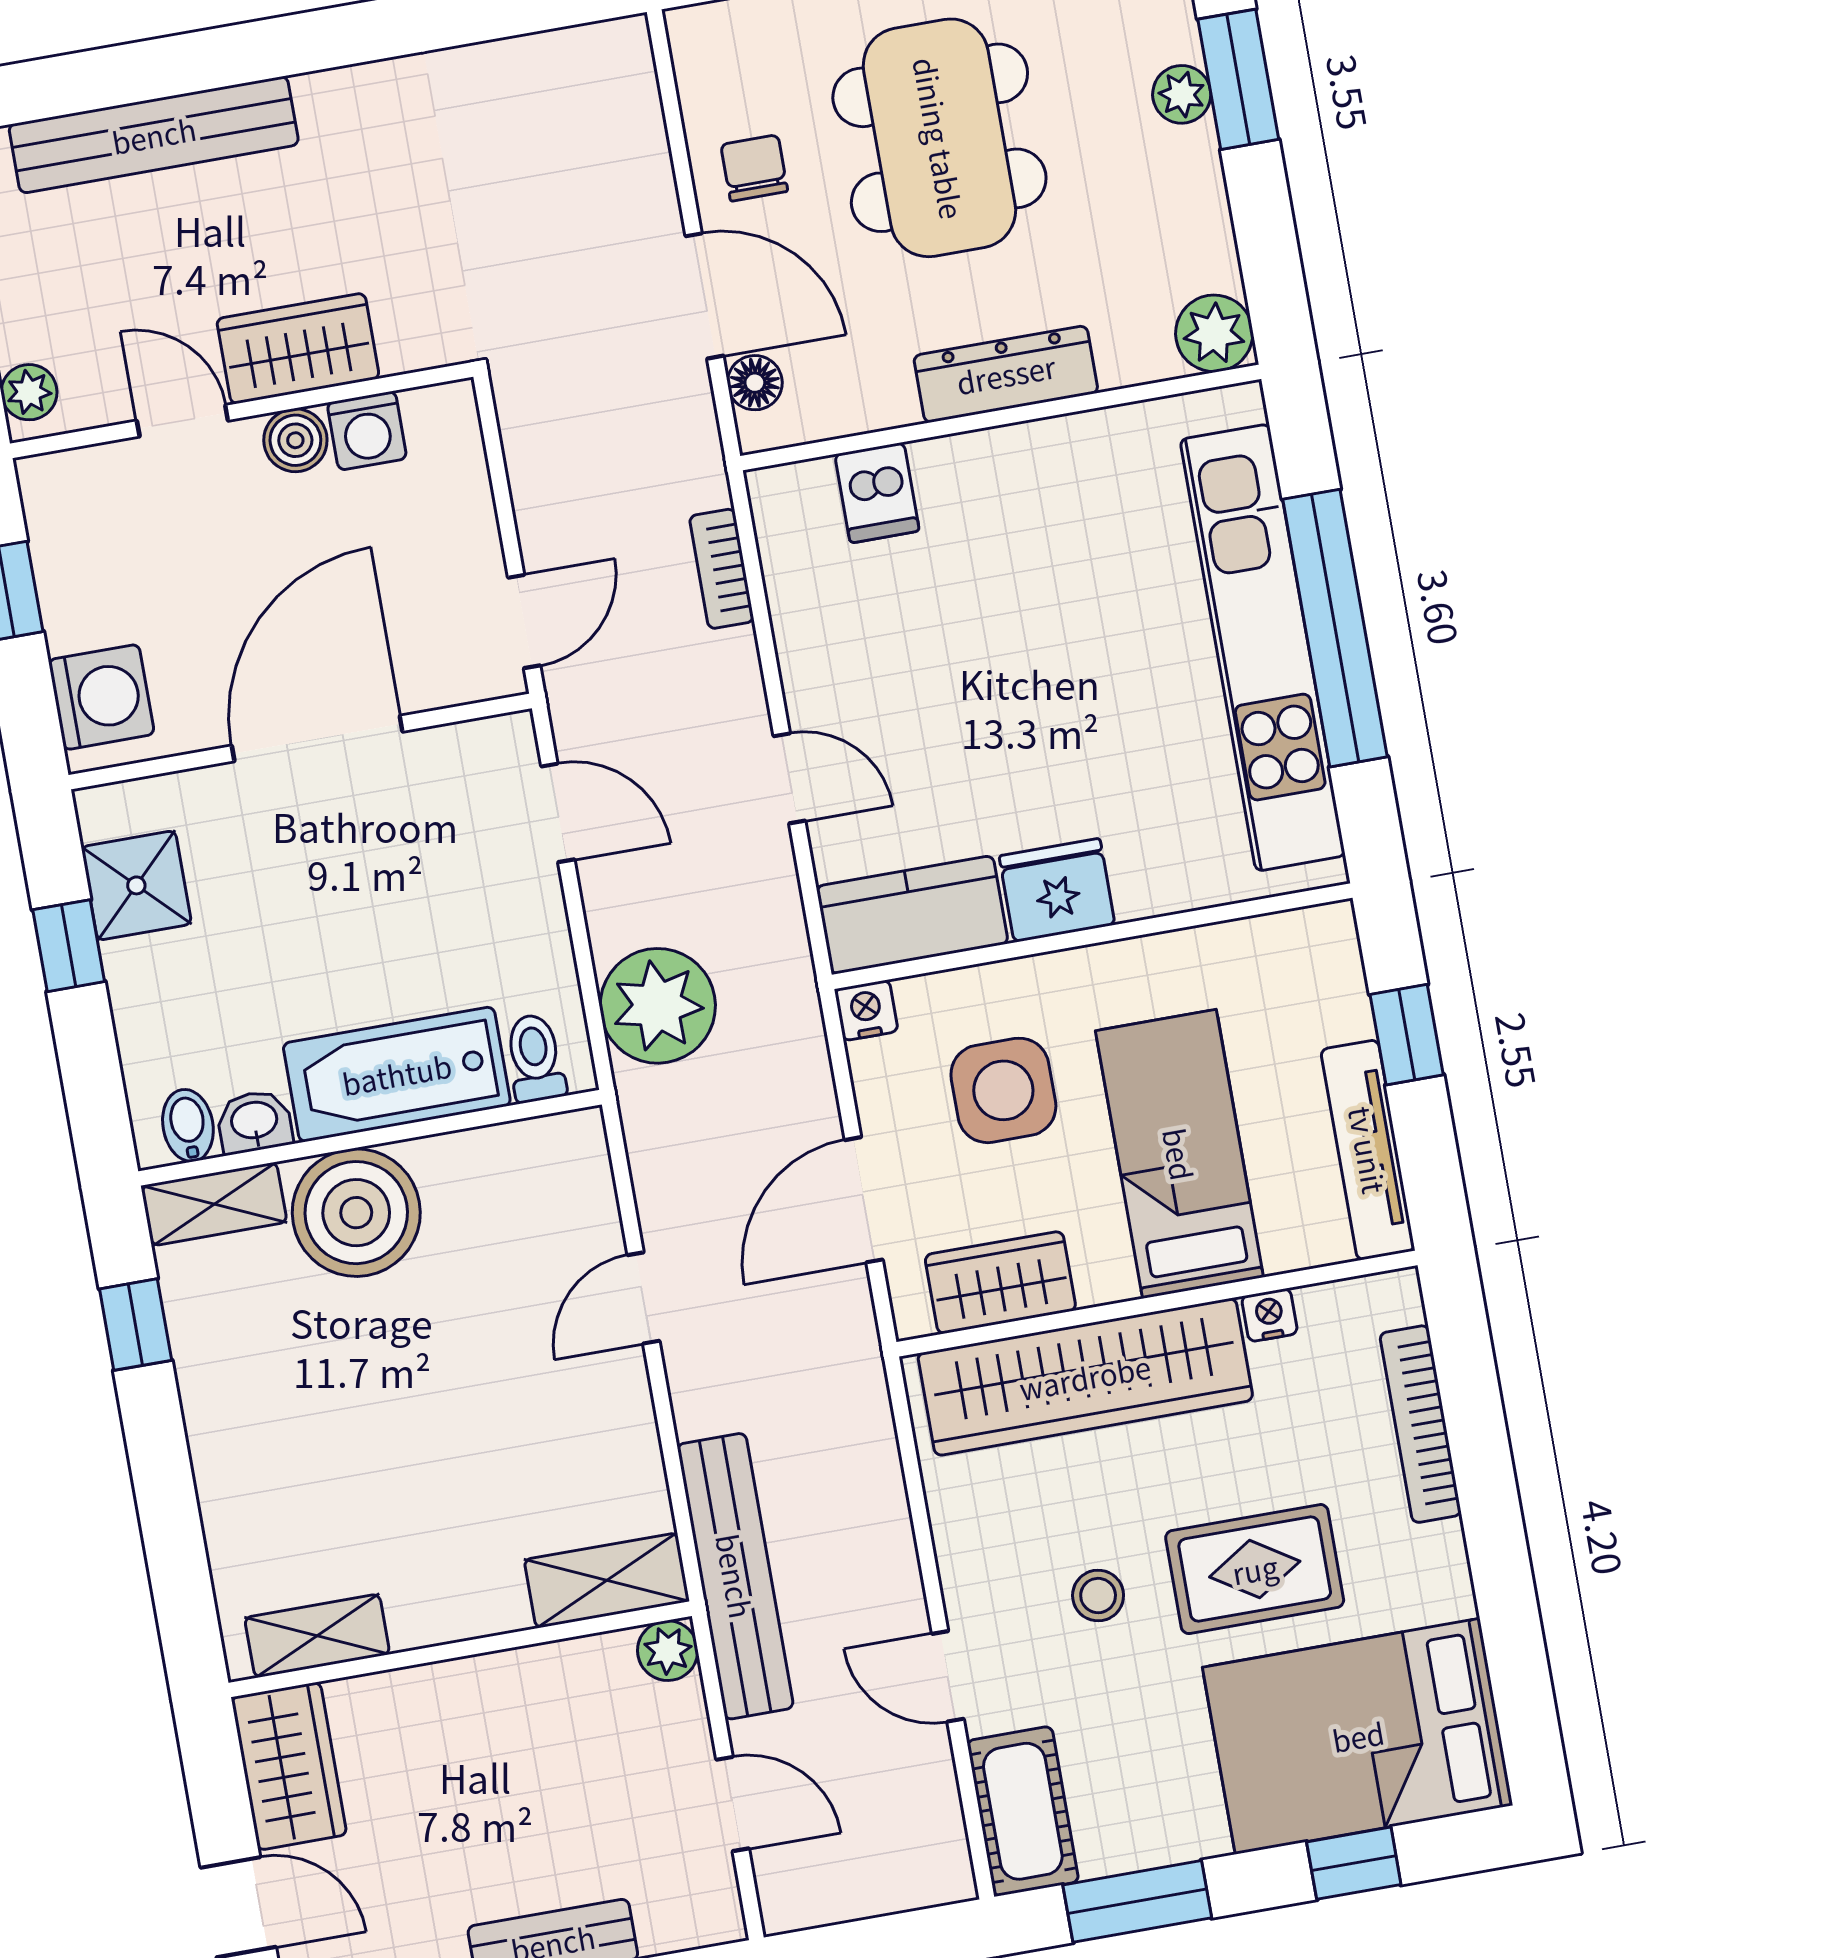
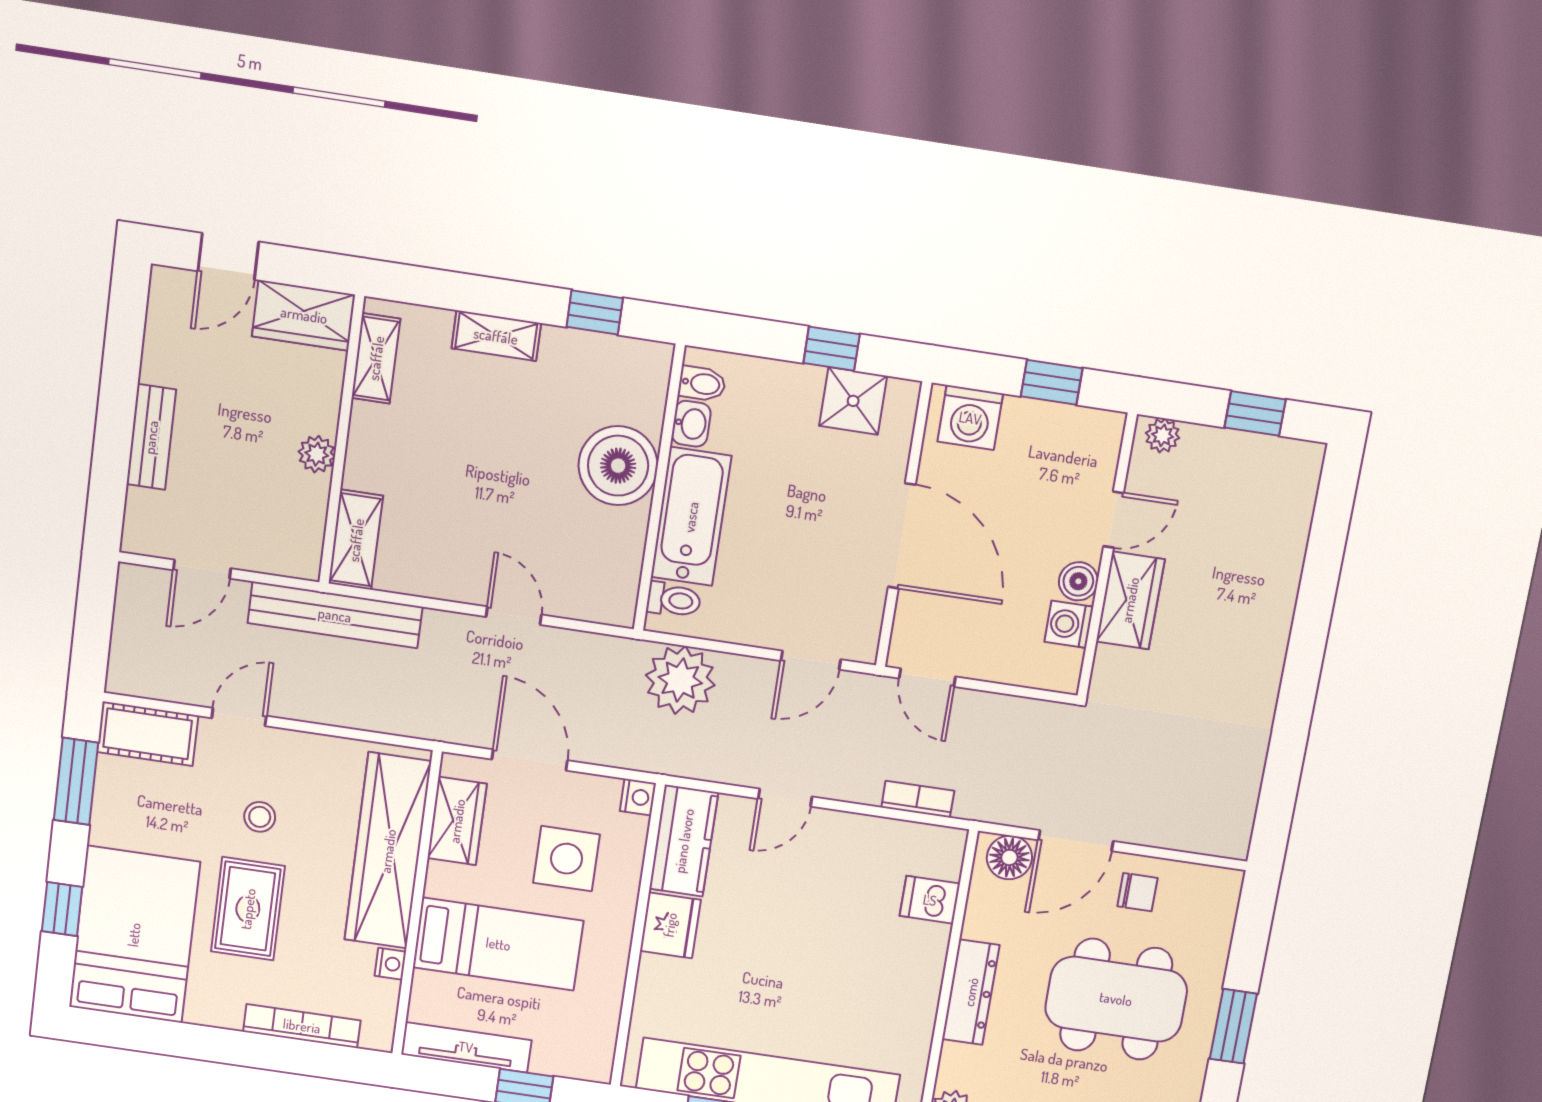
bench: (154, 135) -> (1284, 559), removed
floor lamp: (755, 383) -> (1009, 857), width x1.37, depth x1.37
shelving: (214, 1204) -> (496, 336), moved, turned 90
plant: (668, 1651) -> (317, 454), moved

